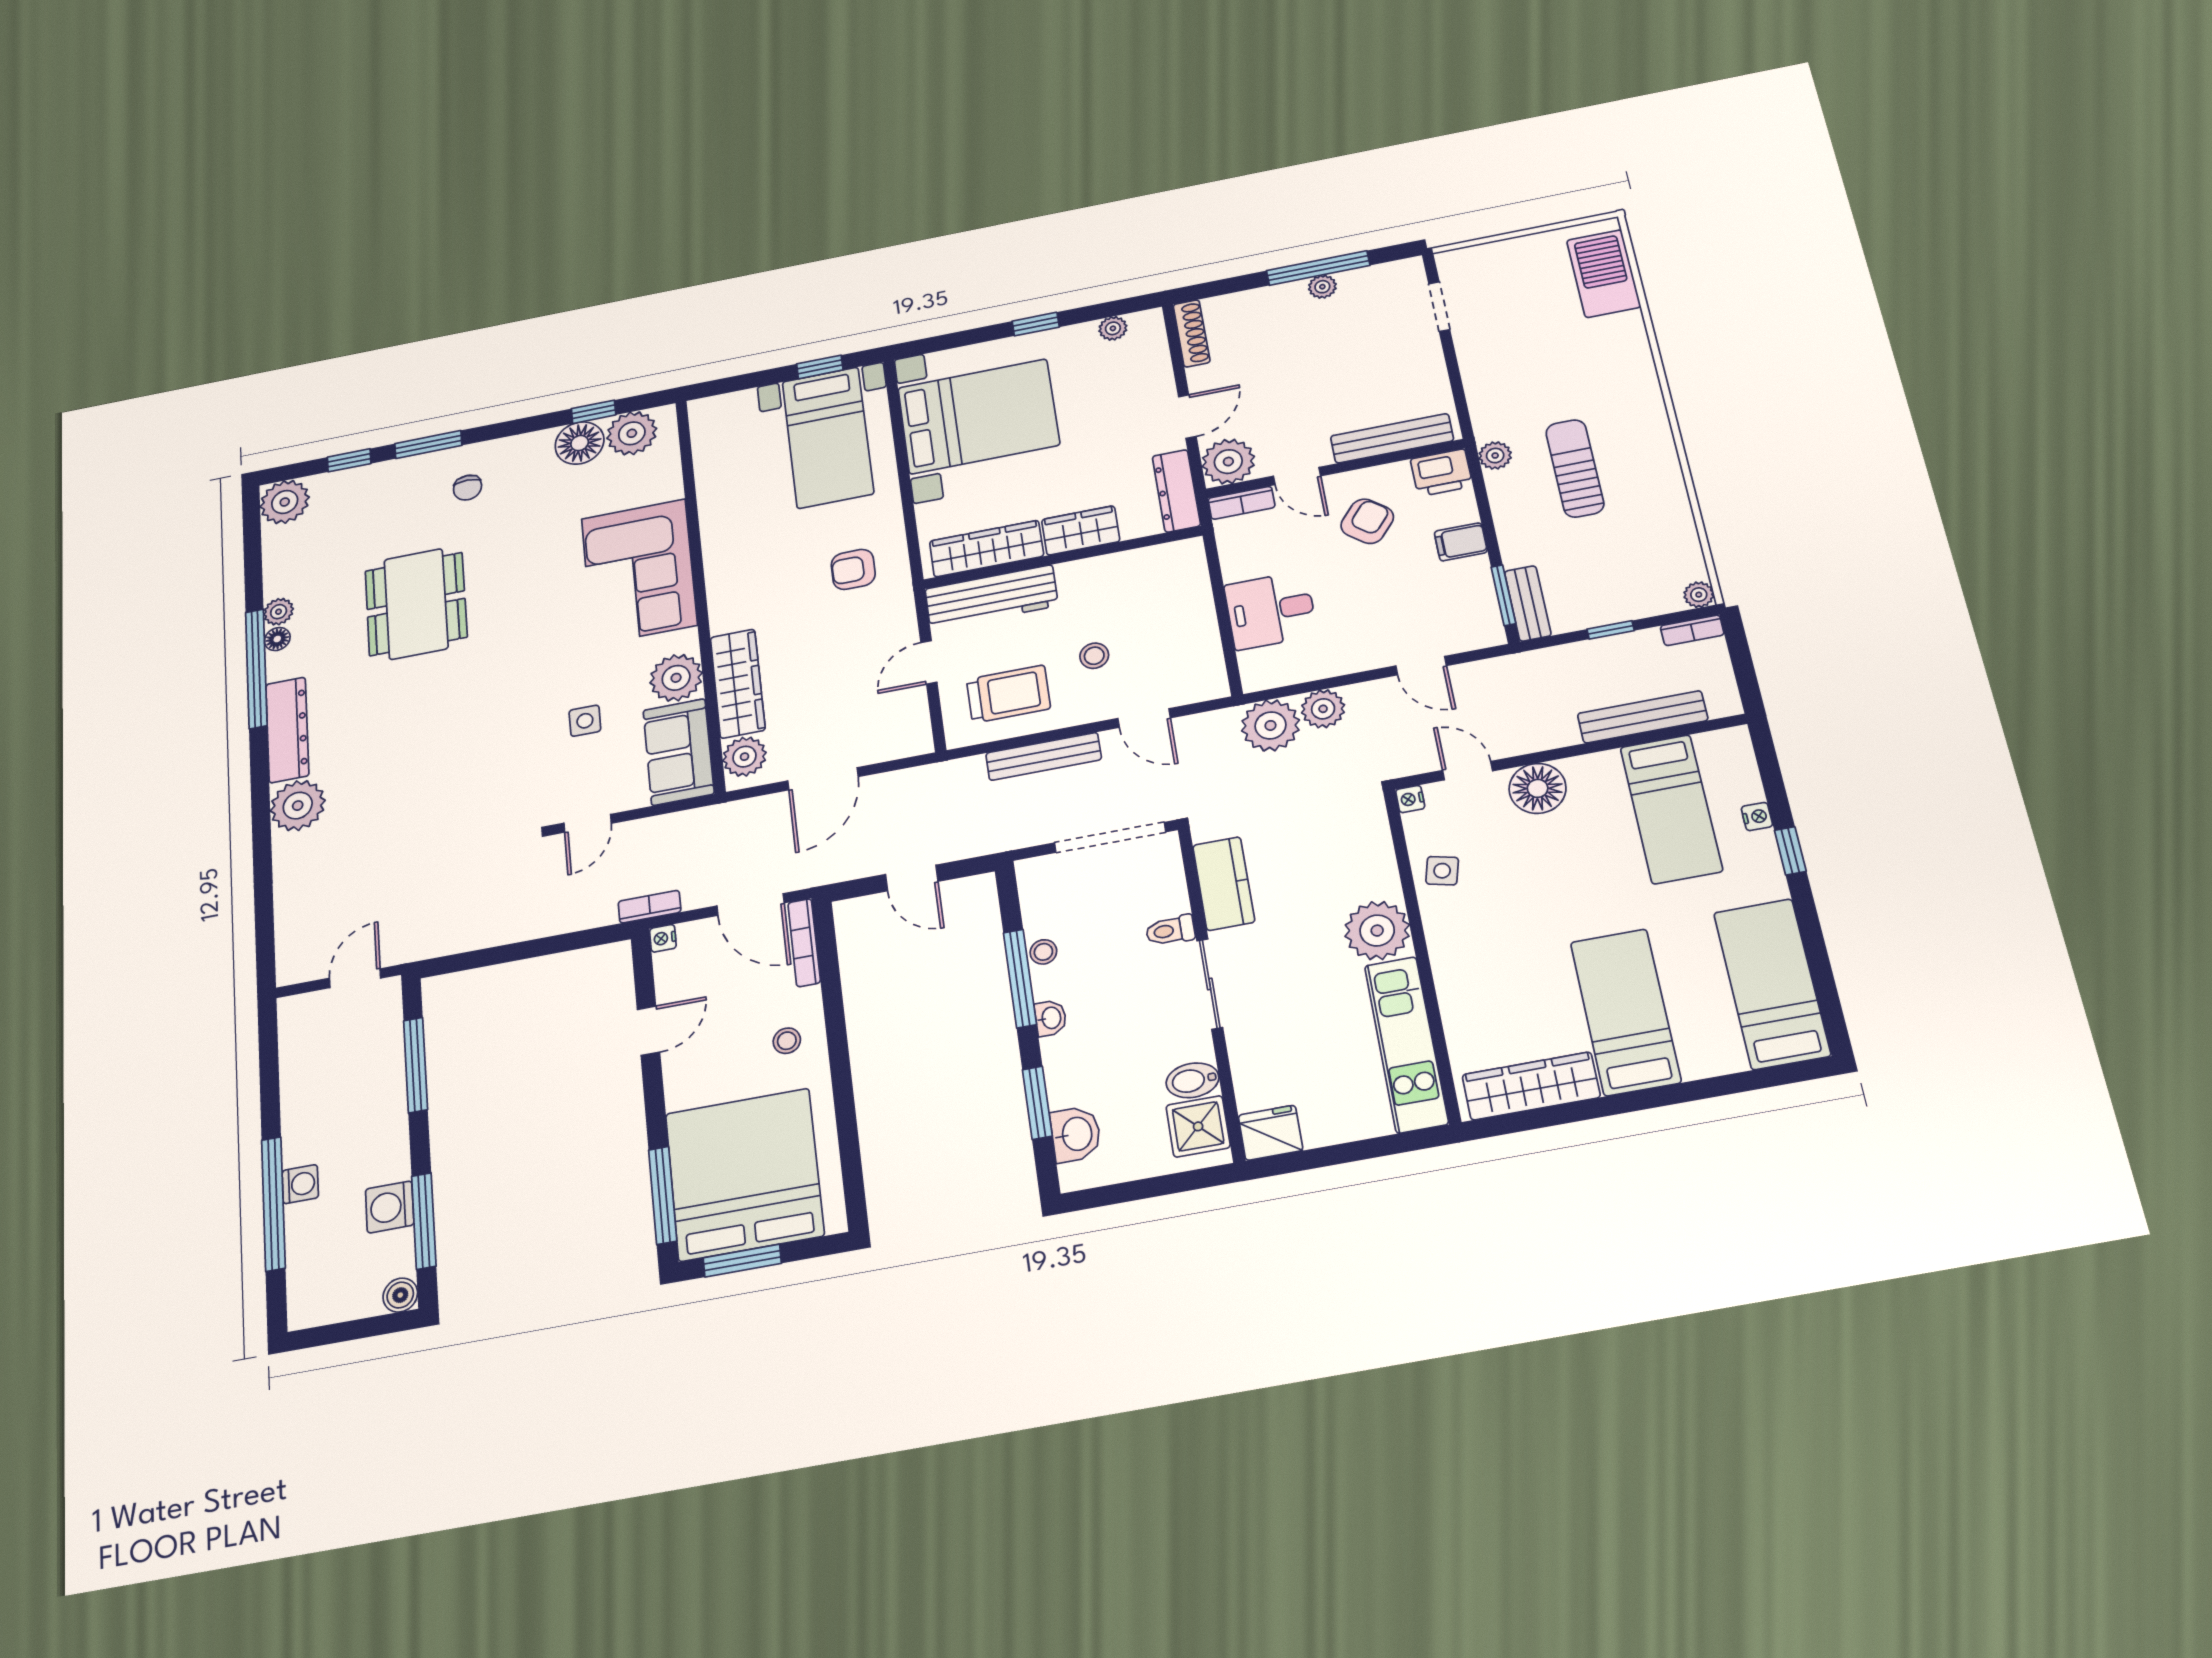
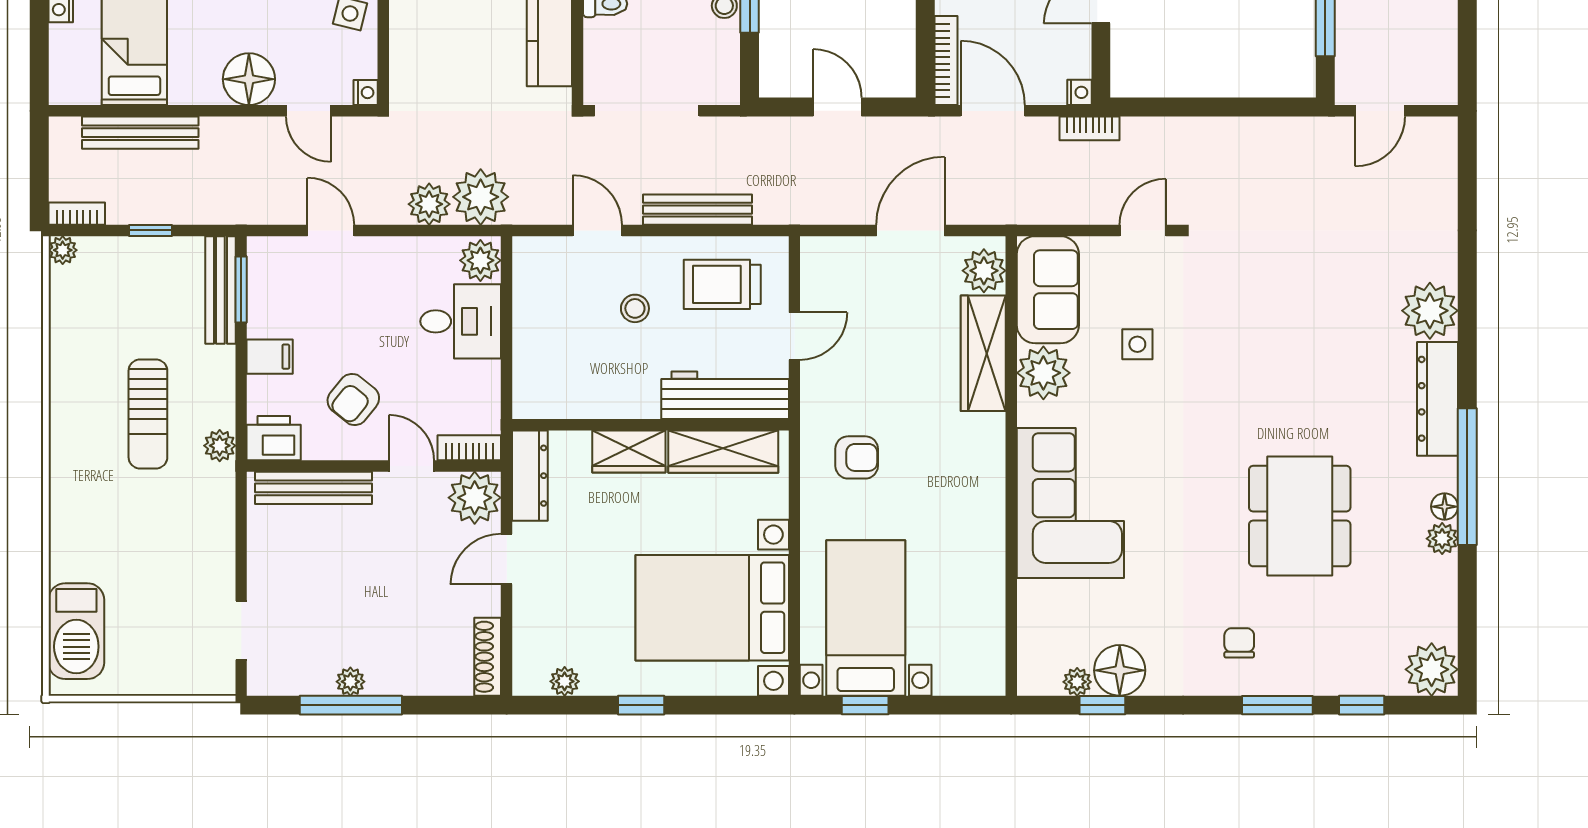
plant: (632, 433) -> (1077, 682), width x0.53, depth x0.53
bench: (1528, 603) -> (220, 290), width x1.36
plant: (1260, 668) -> (480, 260), added

